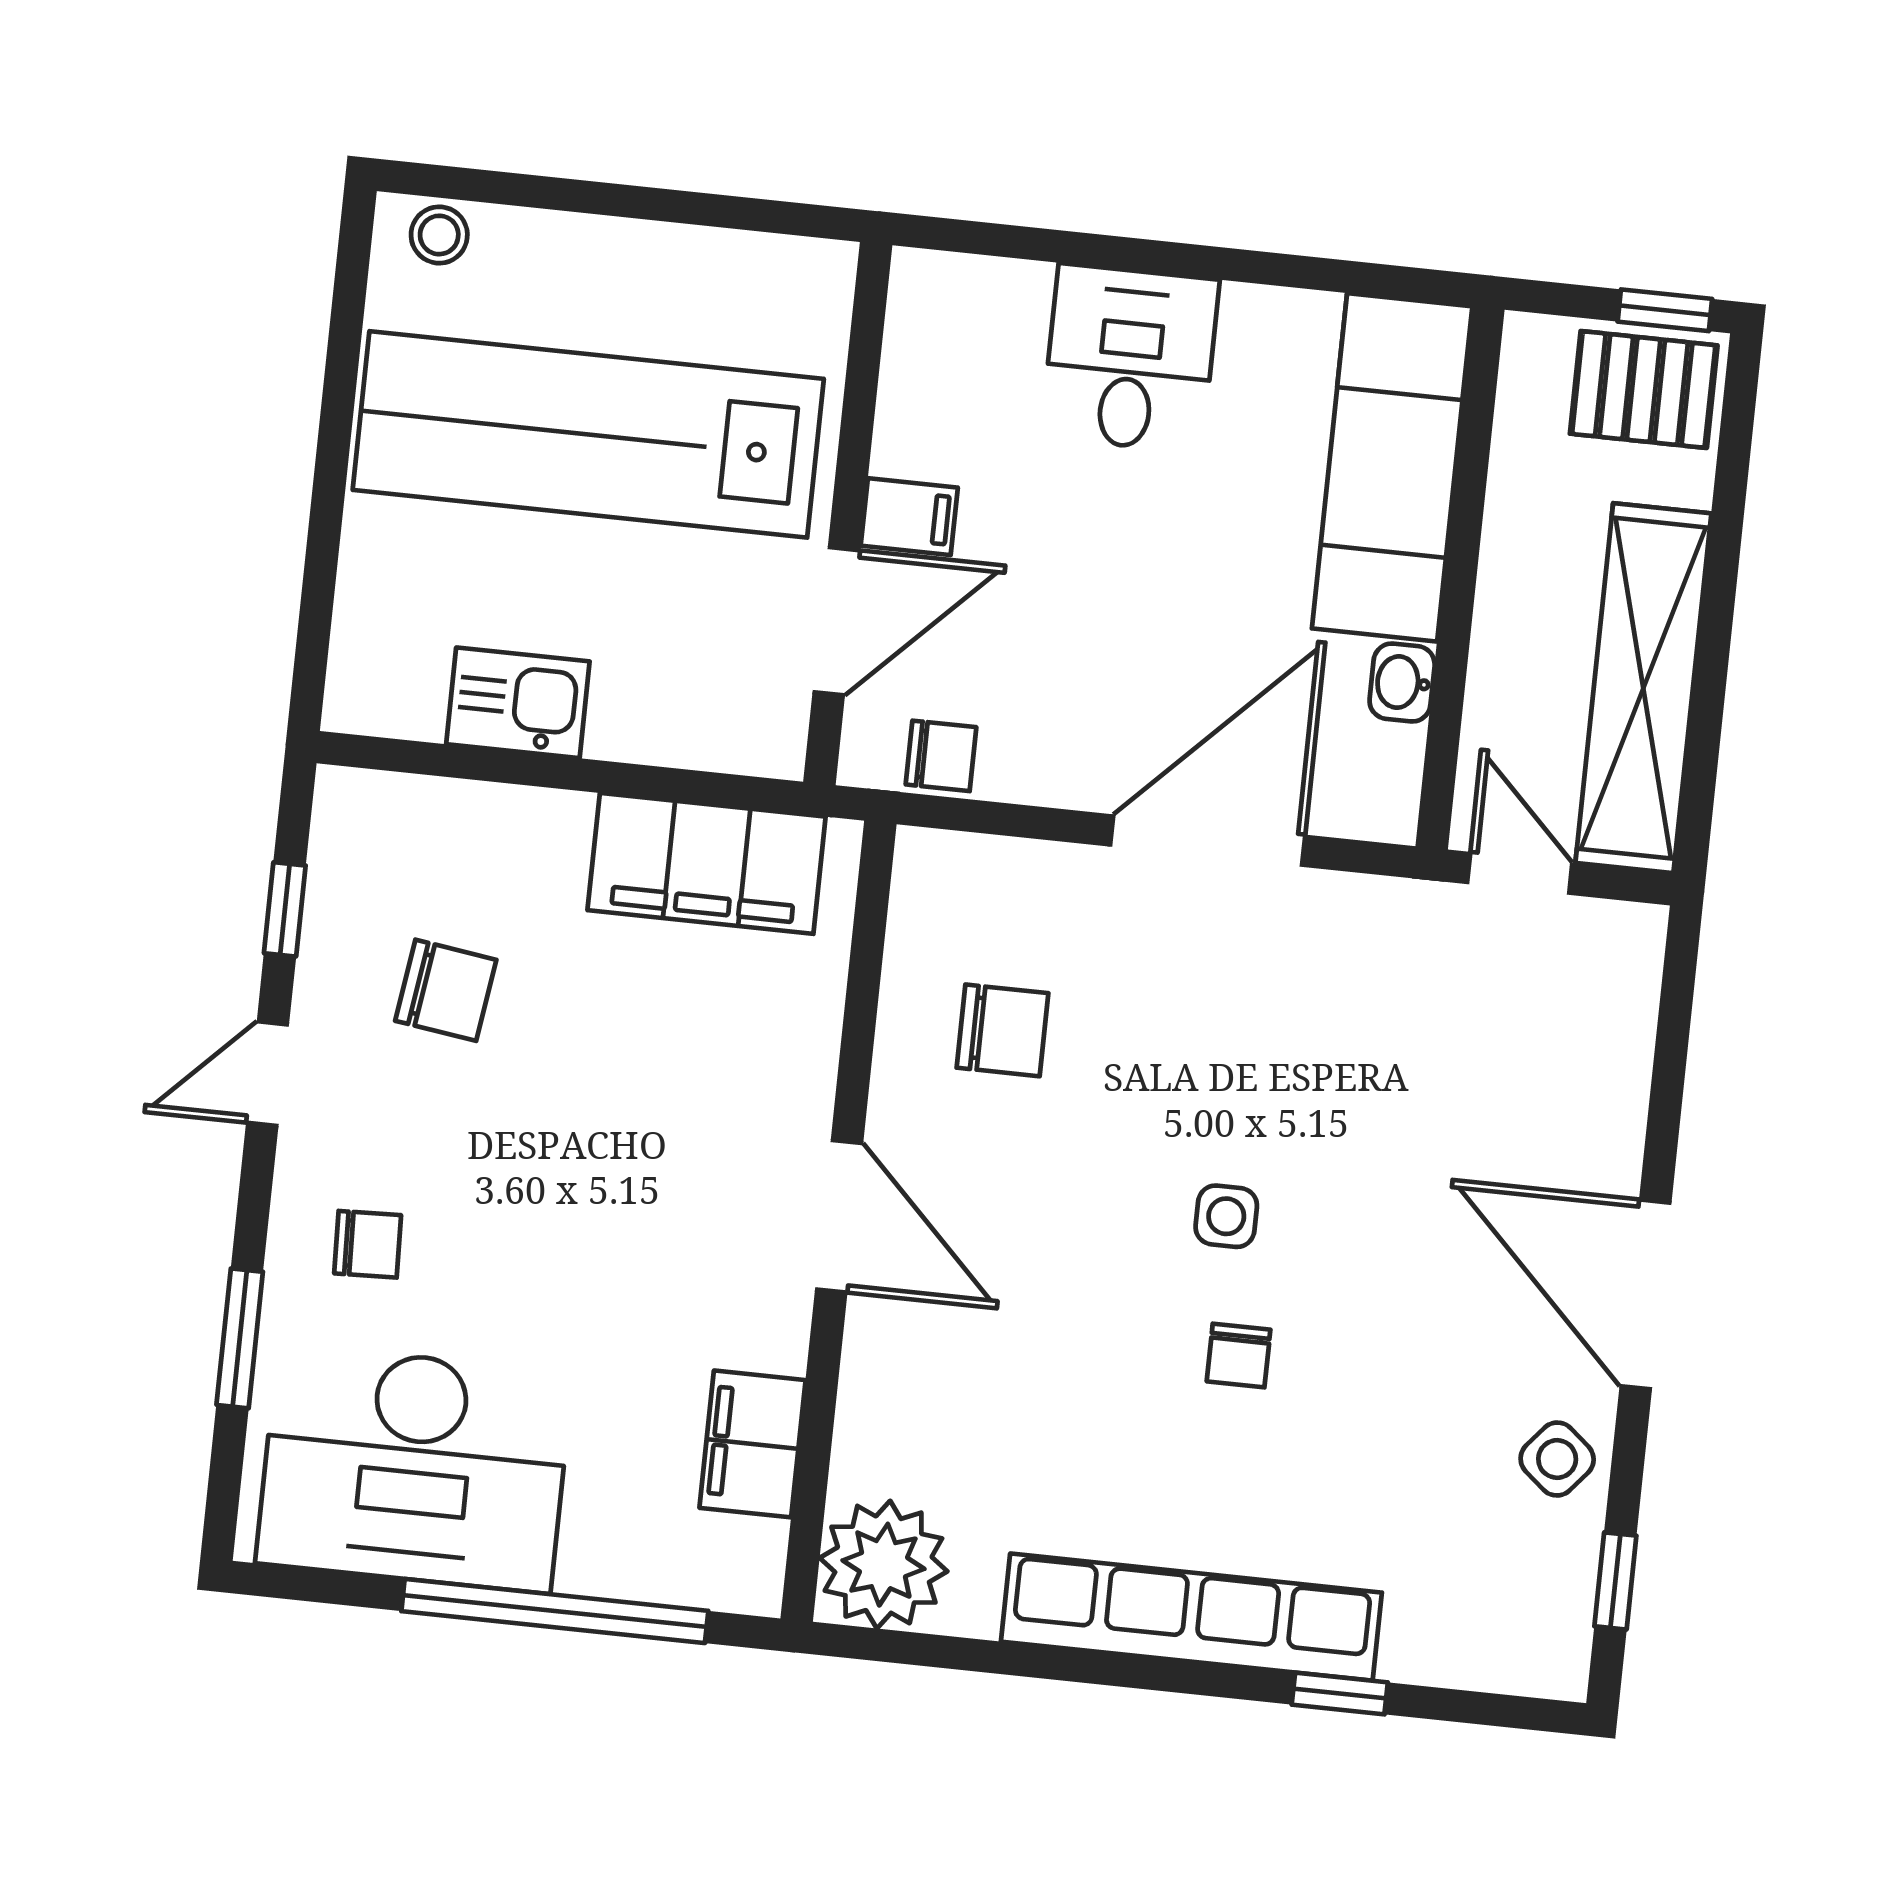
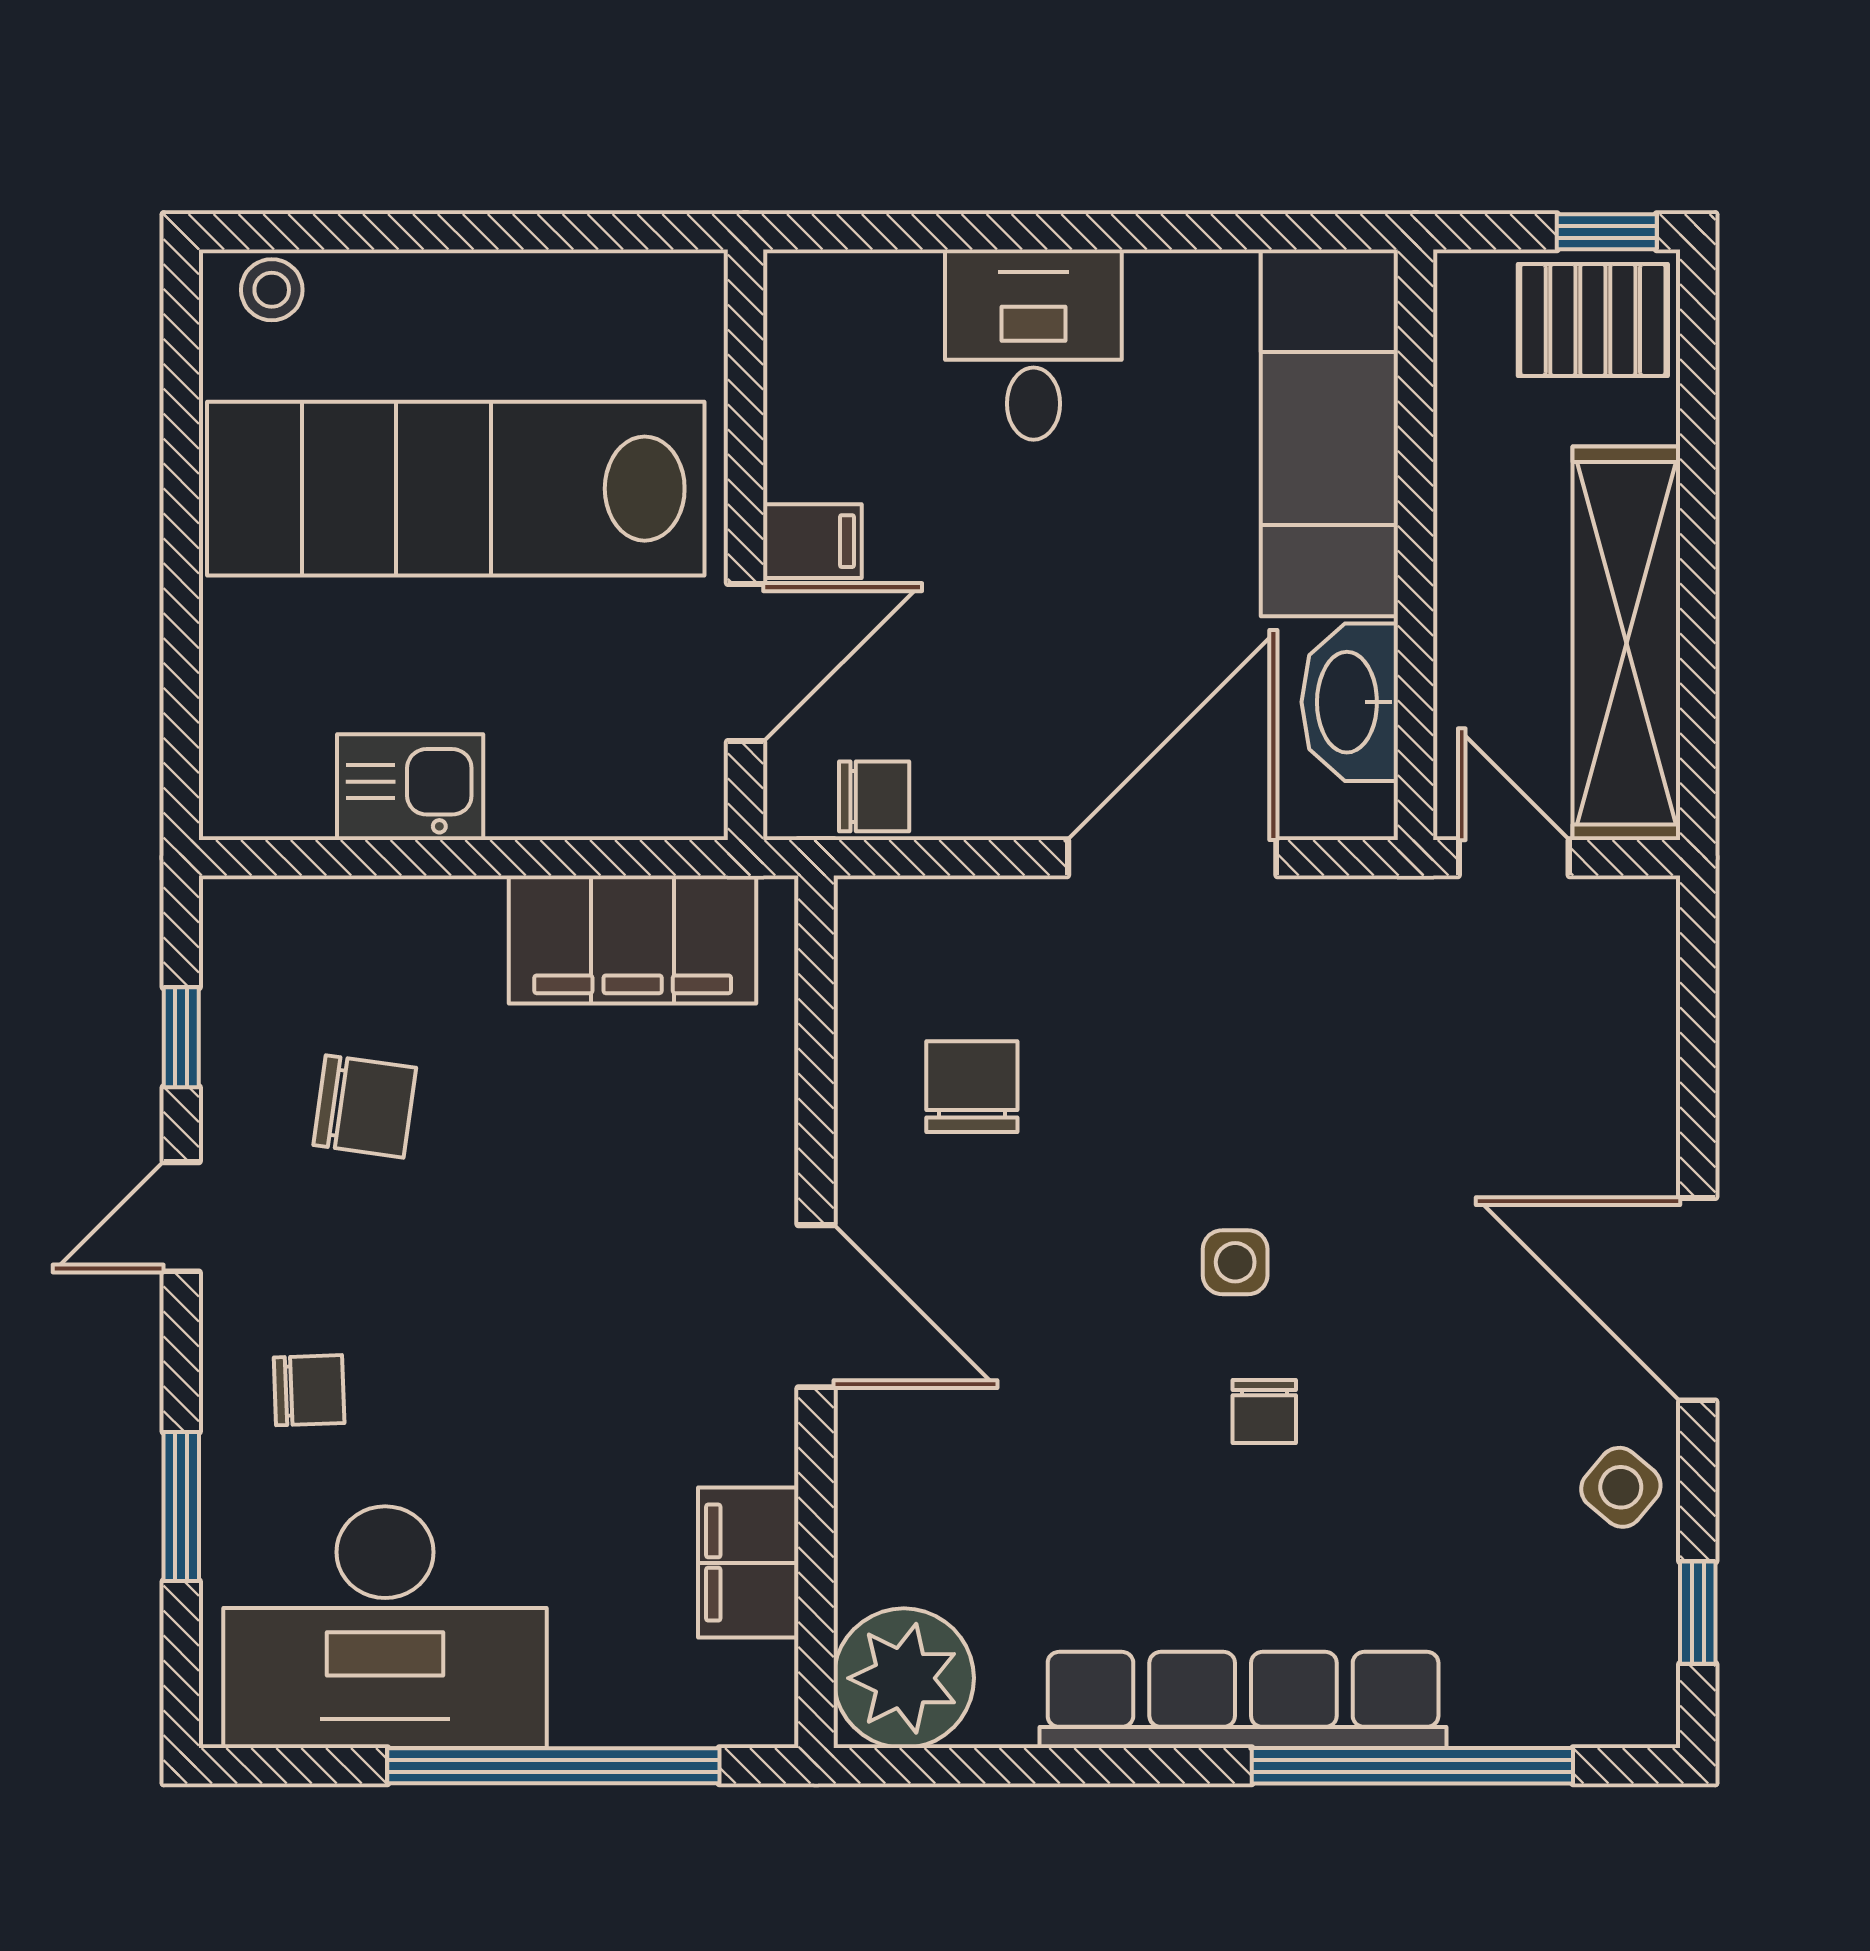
washbasin: (1402, 682) -> (1350, 702), width x1.91, depth x1.45
chair: (1003, 1030) -> (972, 1087), turned -90
window: (1340, 1693) -> (1412, 1766), width x3.17

